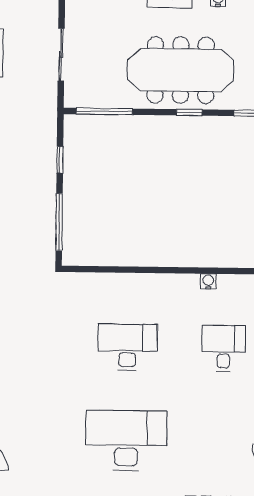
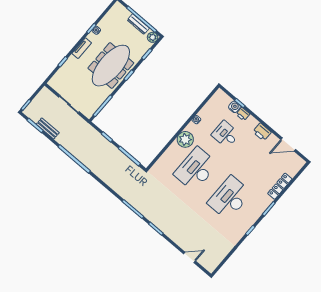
plant: (161, 290) -> (185, 139), added
desk: (127, 347) -> (196, 169), width x1.36, depth x1.30

